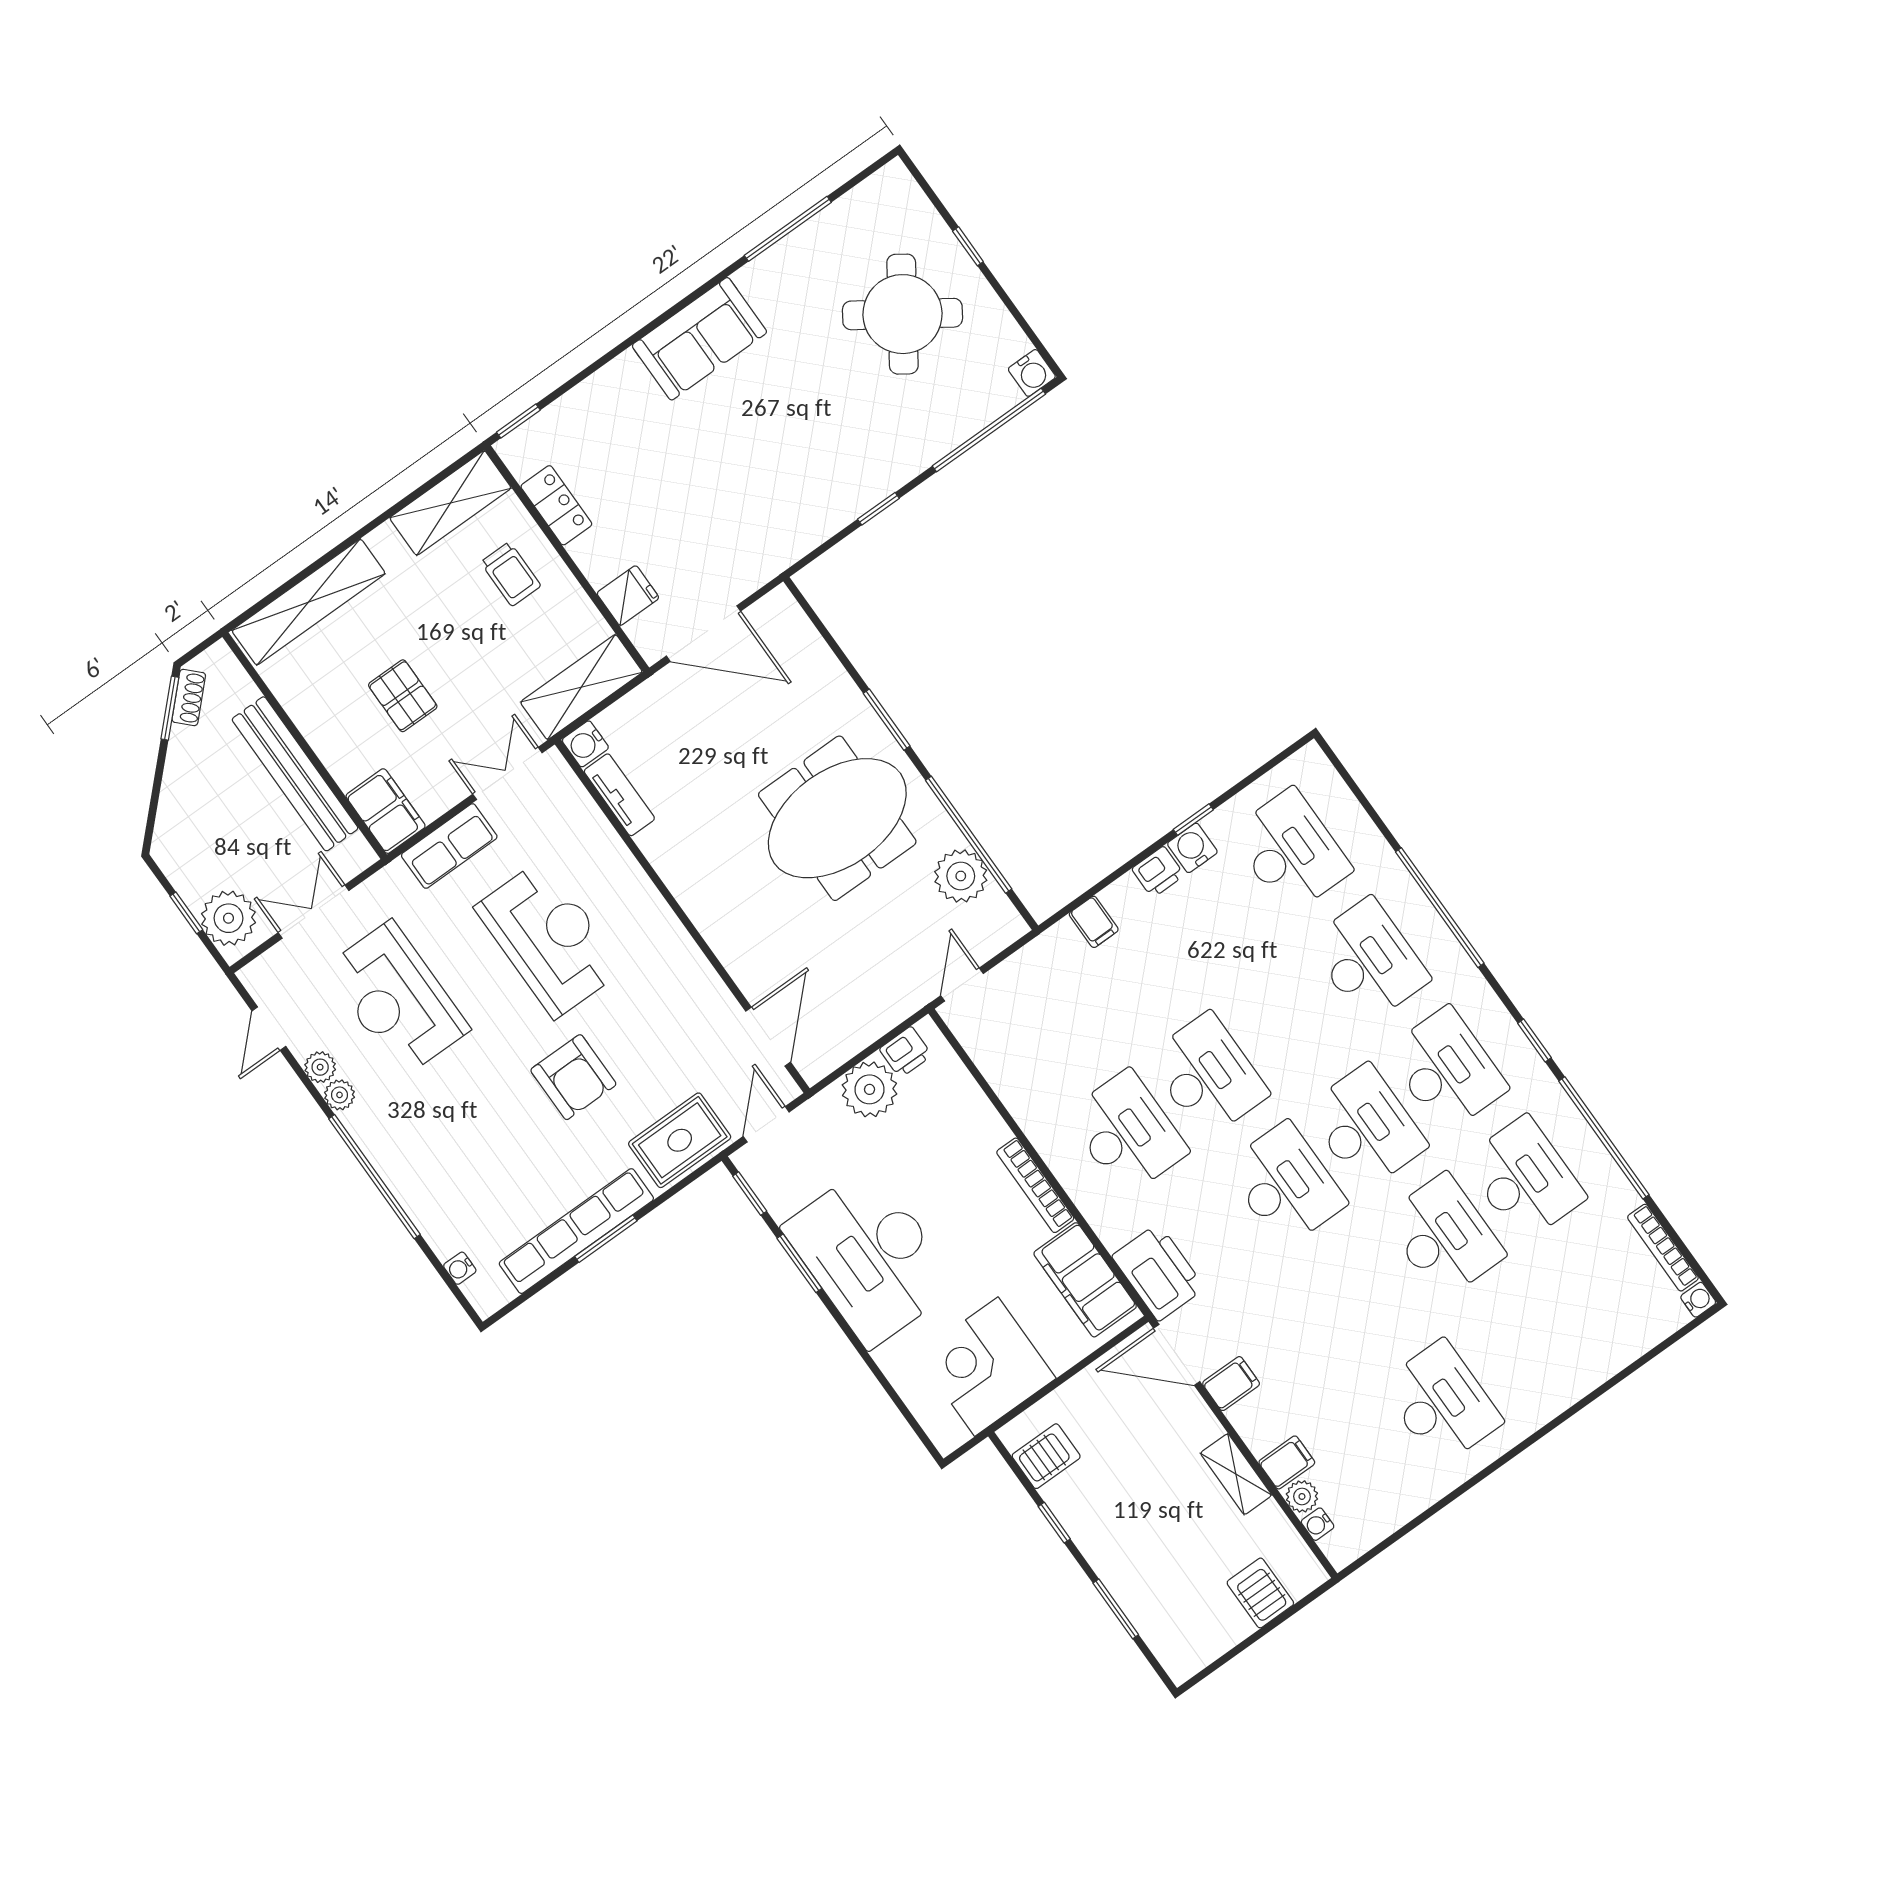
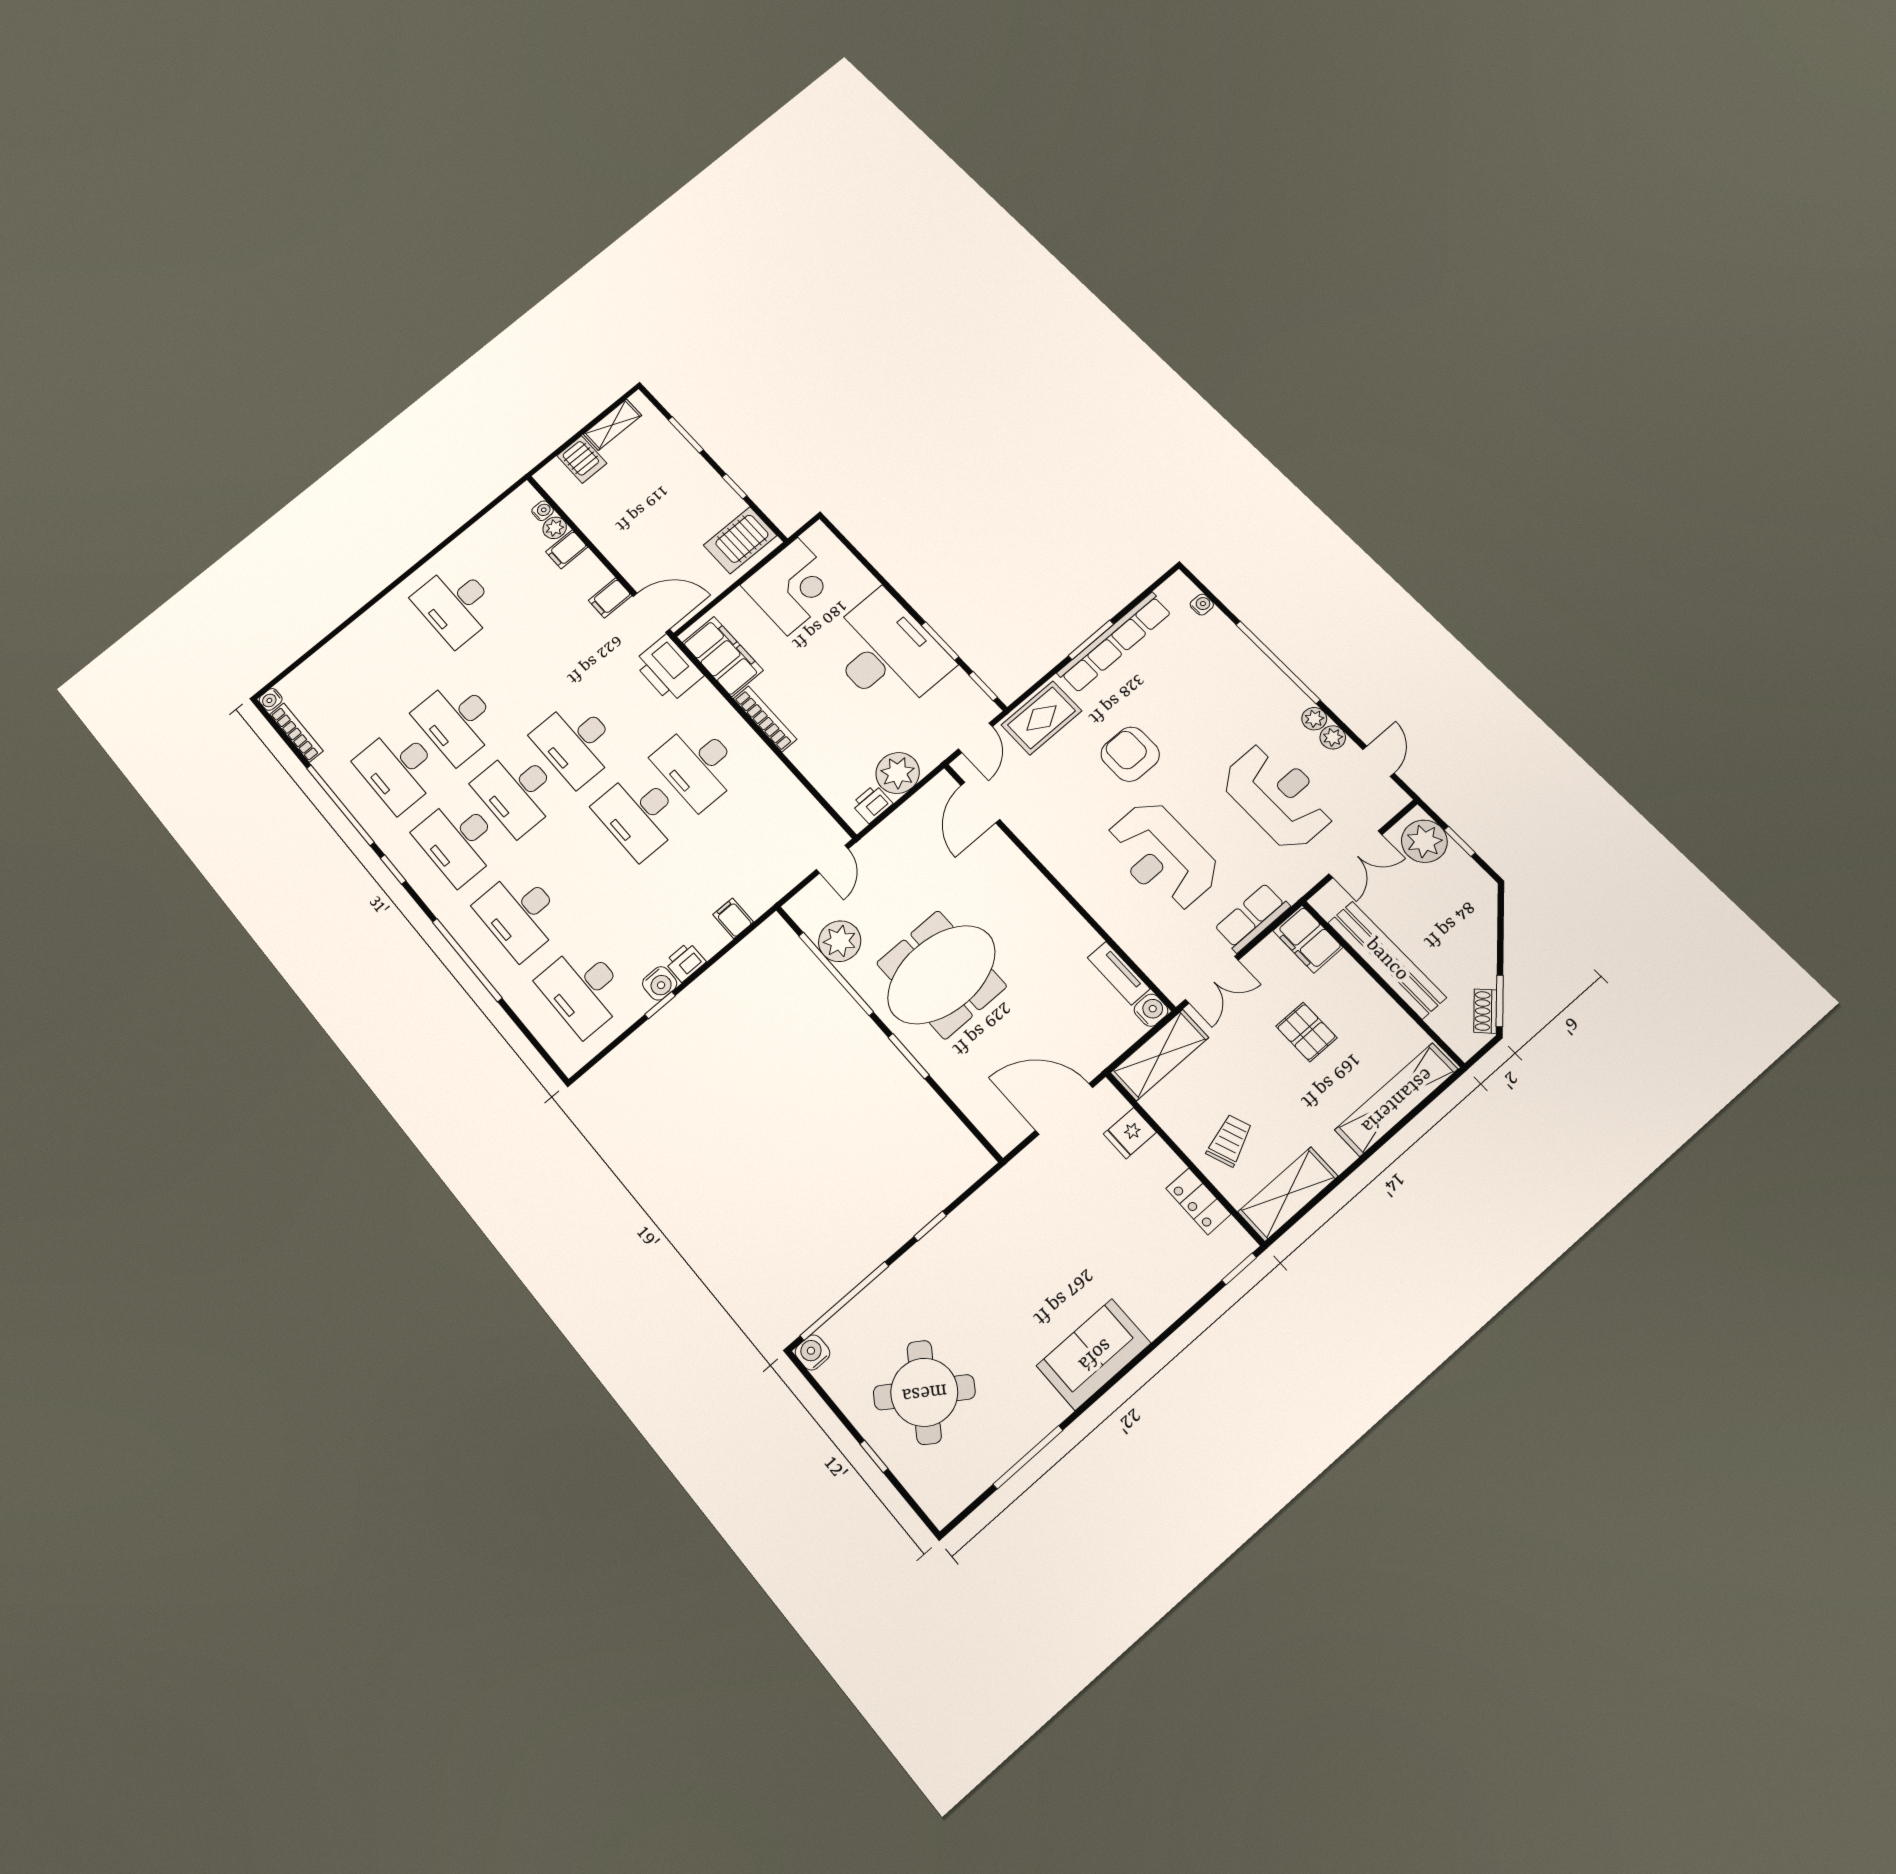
trolley: (511, 574) -> (1230, 1140), turned 69
server rack: (1046, 1456) -> (740, 540), width x1.36, depth x1.44
shelving: (1236, 1474) -> (612, 425), moved, turned 90

